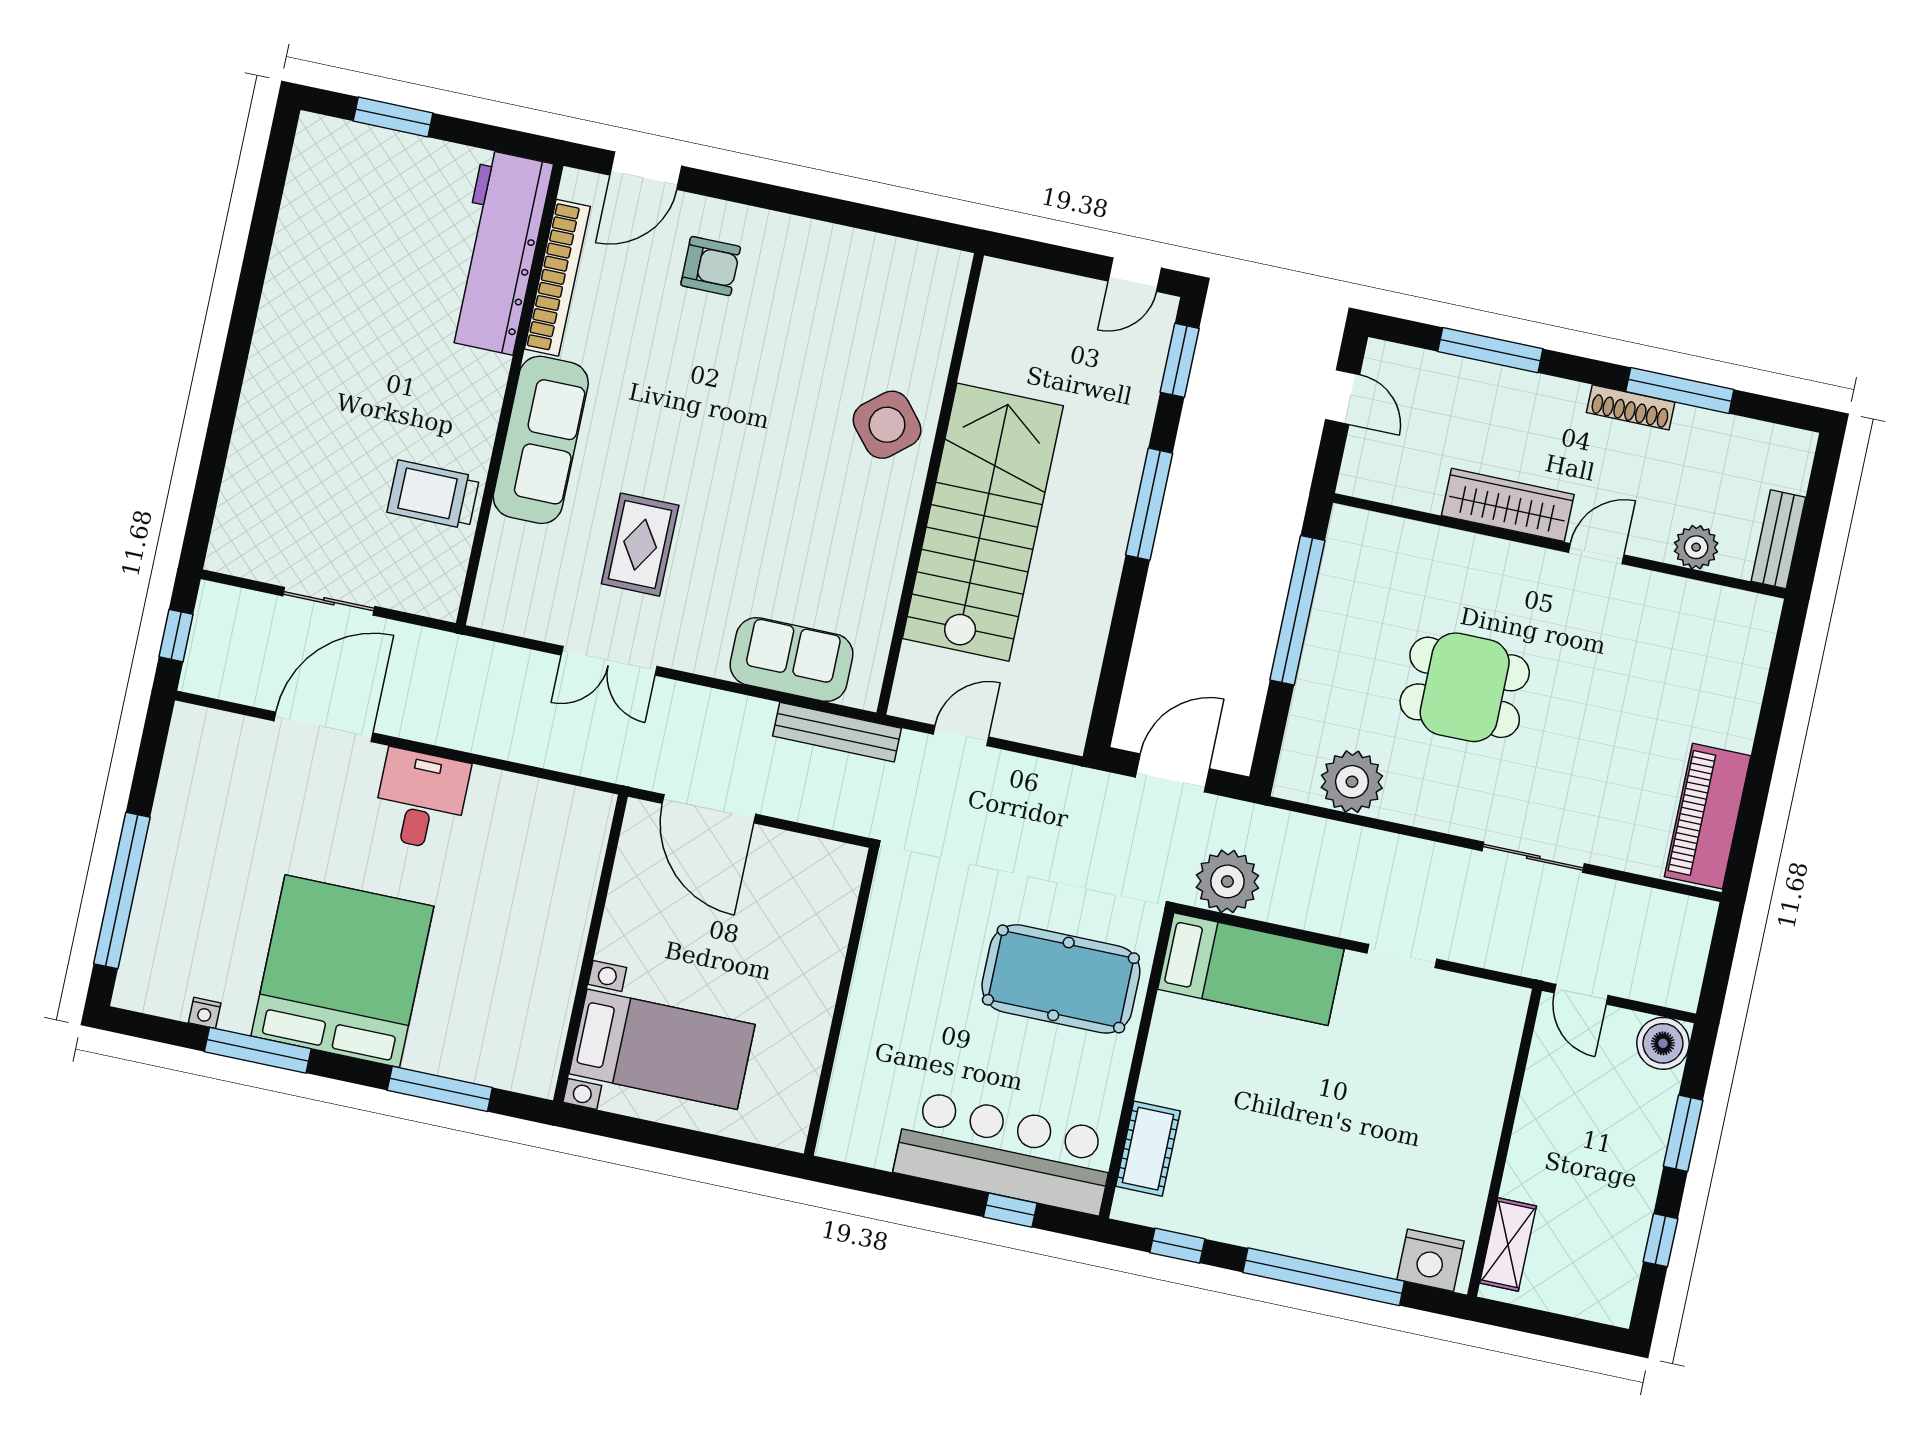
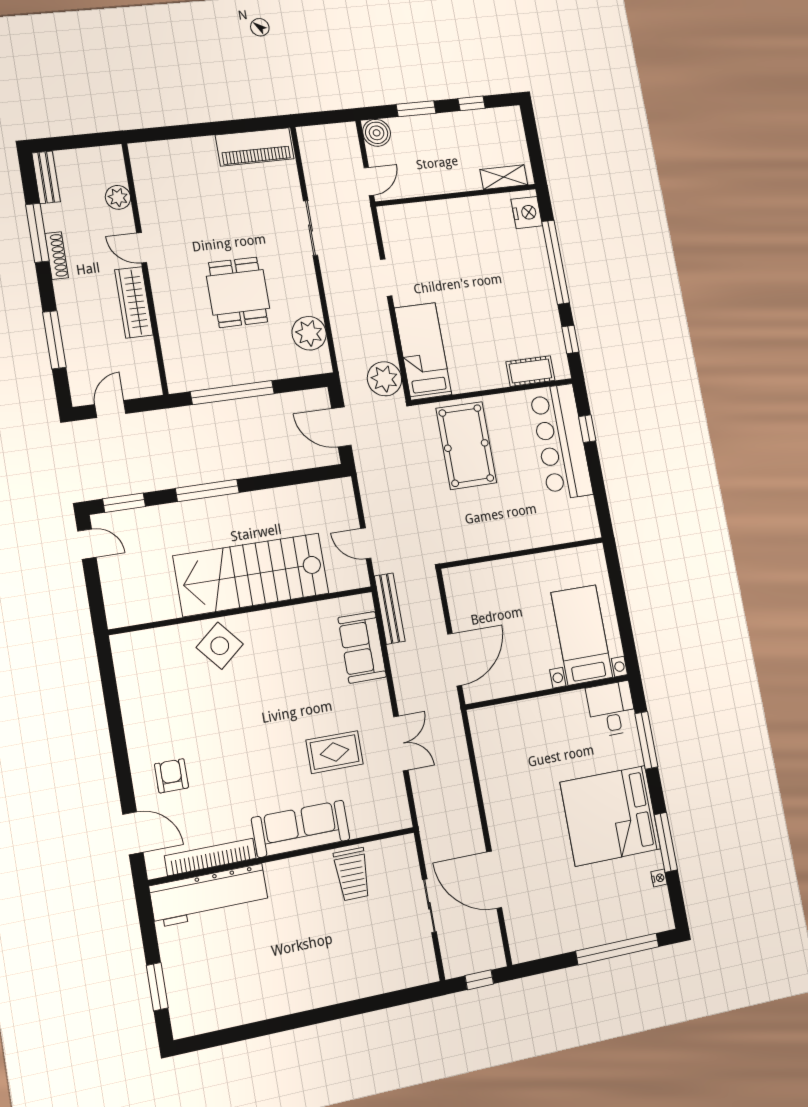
bench: (1778, 539) -> (46, 177), moved, turned 90
desk: (421, 800) -> (612, 709), moved, turned 90

